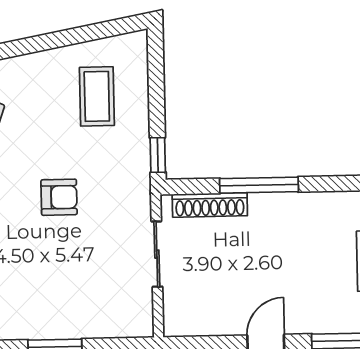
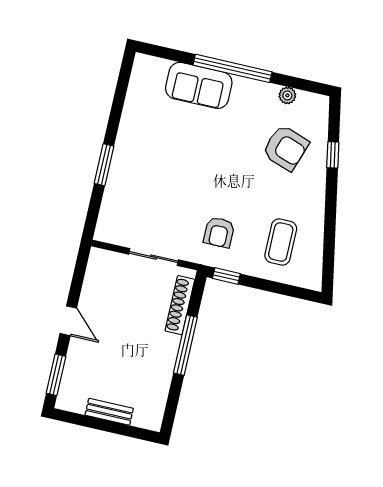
coffee table: (97, 96) -> (281, 242), turned 90
armchair: (59, 197) -> (219, 232), moved

